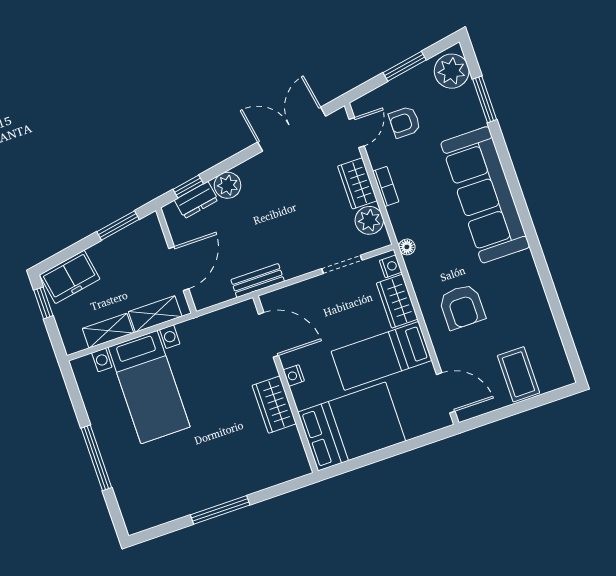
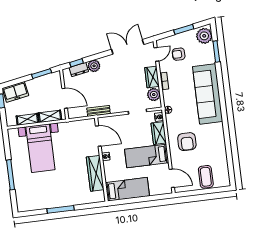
door: (179, 269) -> (65, 98), hinge flipped
wardrobe: (274, 405) -> (95, 173), width x1.50
bed: (352, 427) -> (127, 189), width x0.67

